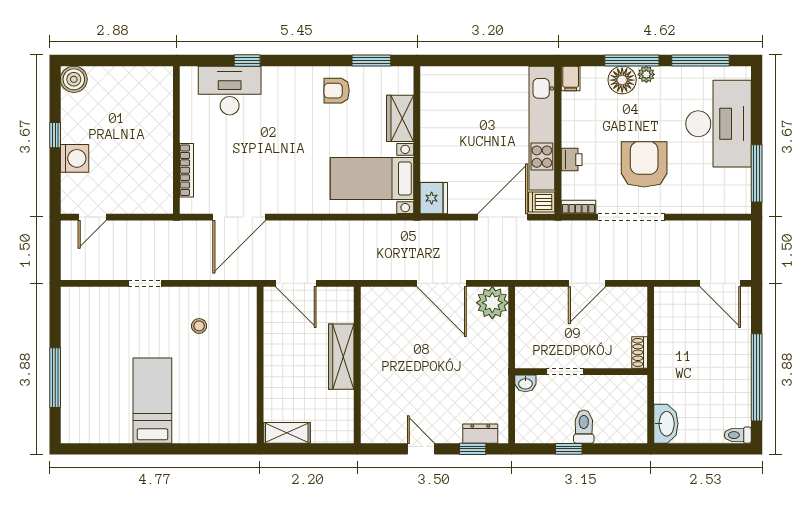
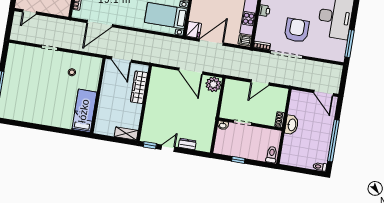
printer: (572, 160) -> (264, 11), moved
door: (503, 217) -> (211, 42), moved
wardrobe: (341, 357) -> (139, 87), moved
bed: (152, 401) -> (84, 111), moved
washbasin: (666, 424) -> (292, 125), moved
toilet: (584, 427) -> (272, 155), moved
shelving: (287, 433) -> (126, 134), moved
dresser: (480, 434) -> (187, 144), moved
door: (421, 449) -> (168, 148), hinge flipped
window: (473, 449) -> (150, 145), moved

